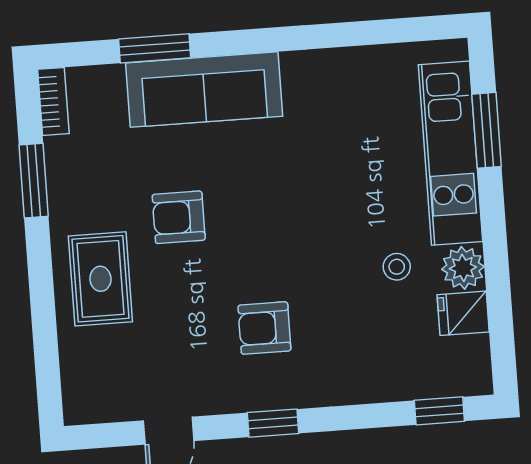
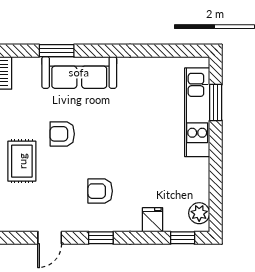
stool: (397, 267) -> (167, 166), removed
plant: (463, 268) -> (199, 213), moved
fridge: (463, 313) -> (153, 220), moved, turned 90

